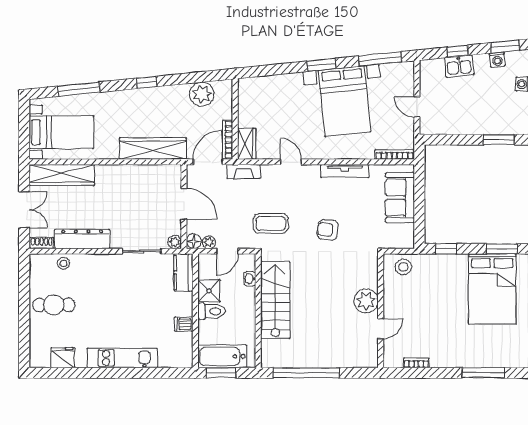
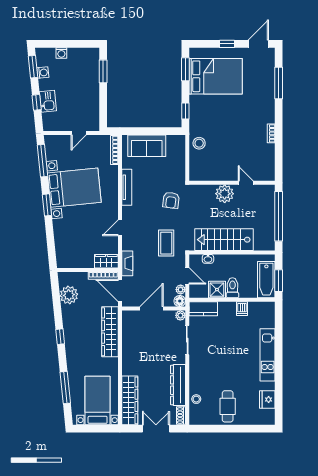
plant: (366, 301) -> (225, 194), moved
wall: (381, 311) -> (232, 183), moved
door: (381, 329) -> (246, 183), moved

